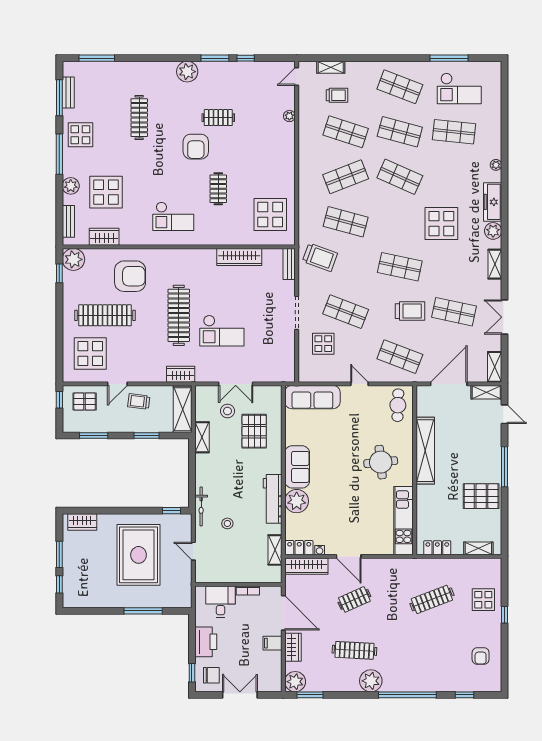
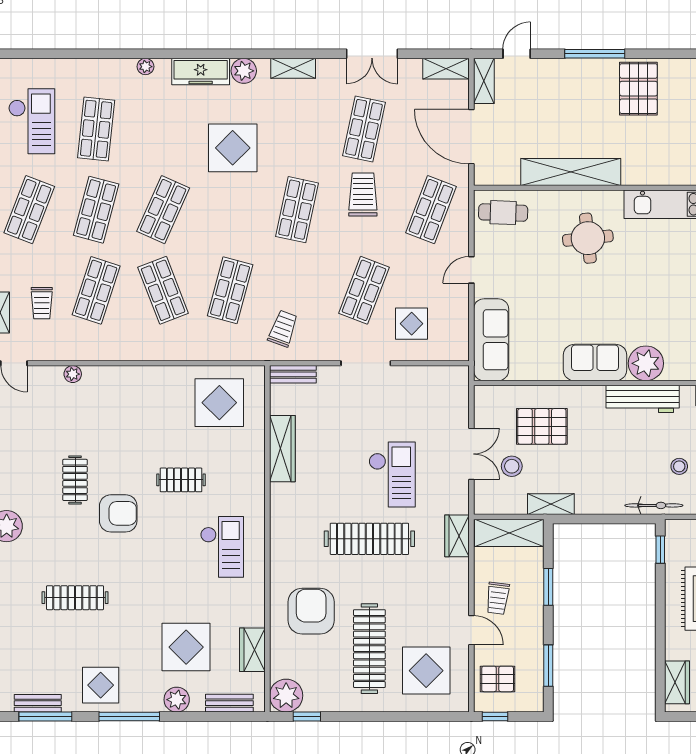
trolley: (337, 95) -> (42, 303), turned 180
trolley: (320, 257) -> (283, 329), width x0.73, depth x0.72
pallet: (85, 401) -> (498, 679), turned 90

